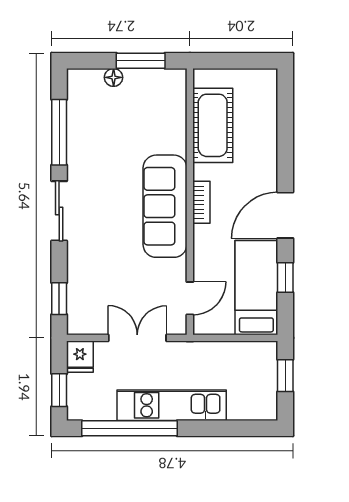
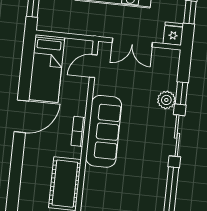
plant: (80, 261) -> (166, 100), added
window: (285, 278) -> (26, 73), removed
window: (59, 299) -> (181, 93), moved

